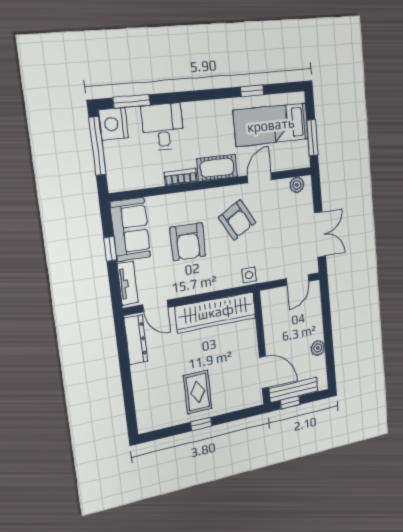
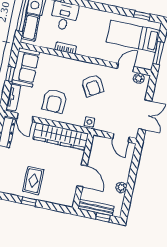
window: (252, 91) -> (142, 16), moved
cot: (217, 168) -> (30, 27), moved, turned 90
door: (259, 178) -> (126, 68), moved
armchair: (188, 242) -> (54, 101), moved
door: (298, 280) -> (121, 138), hinge flipped
door: (264, 372) -> (82, 176), moved
window: (290, 402) -> (103, 217), moved

